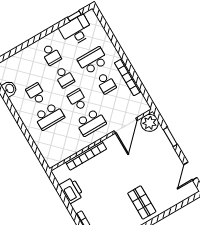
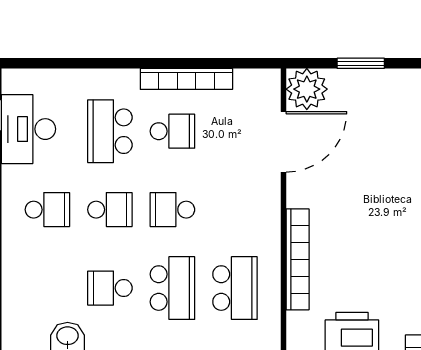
school desk: (91, 122) -> (235, 288), moved
door: (126, 126) -> (284, 142), hinge flipped

